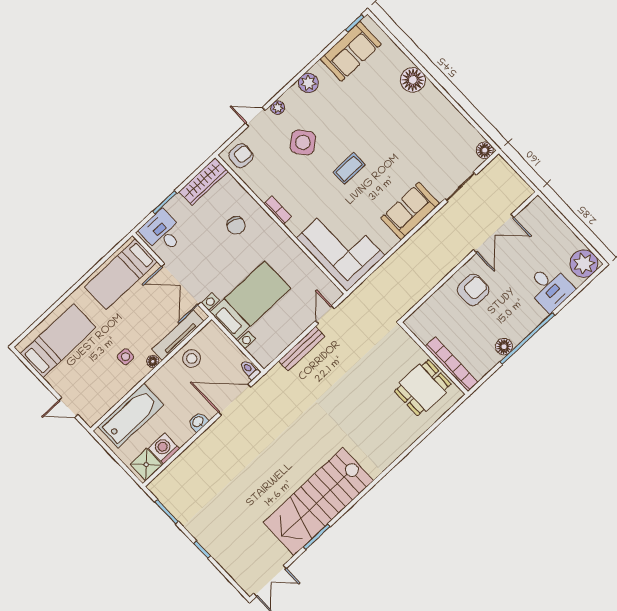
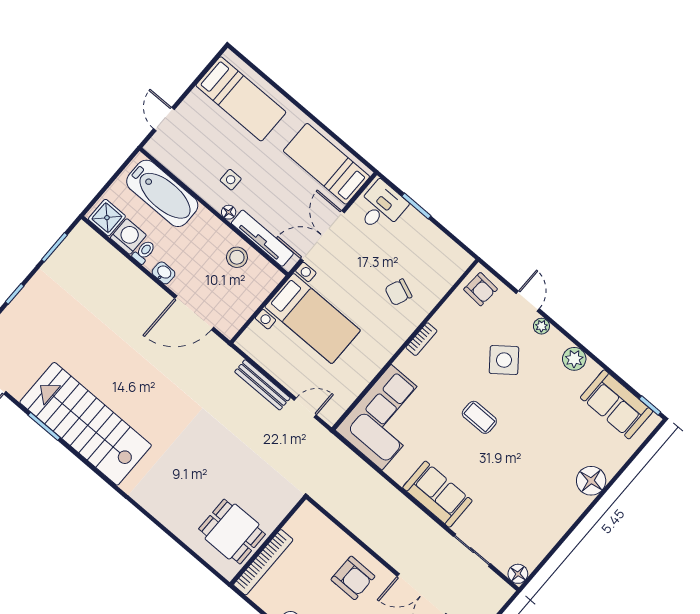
wardrobe: (204, 181) -> (446, 249), removed
toilet: (250, 370) -> (144, 252), moved
door: (235, 400) -> (194, 313), swing flipped

